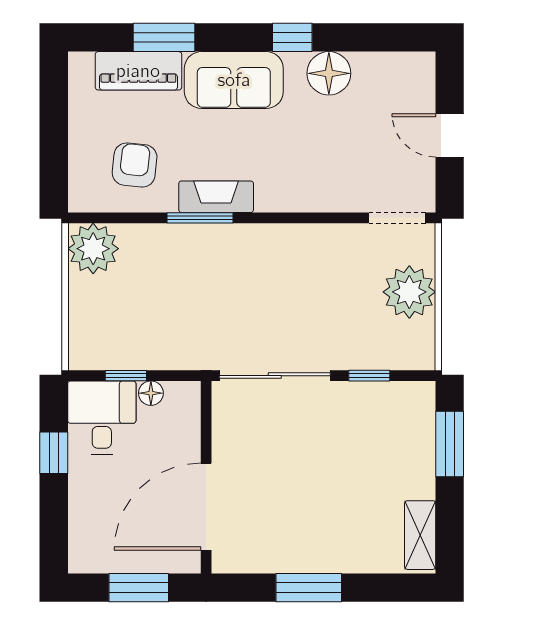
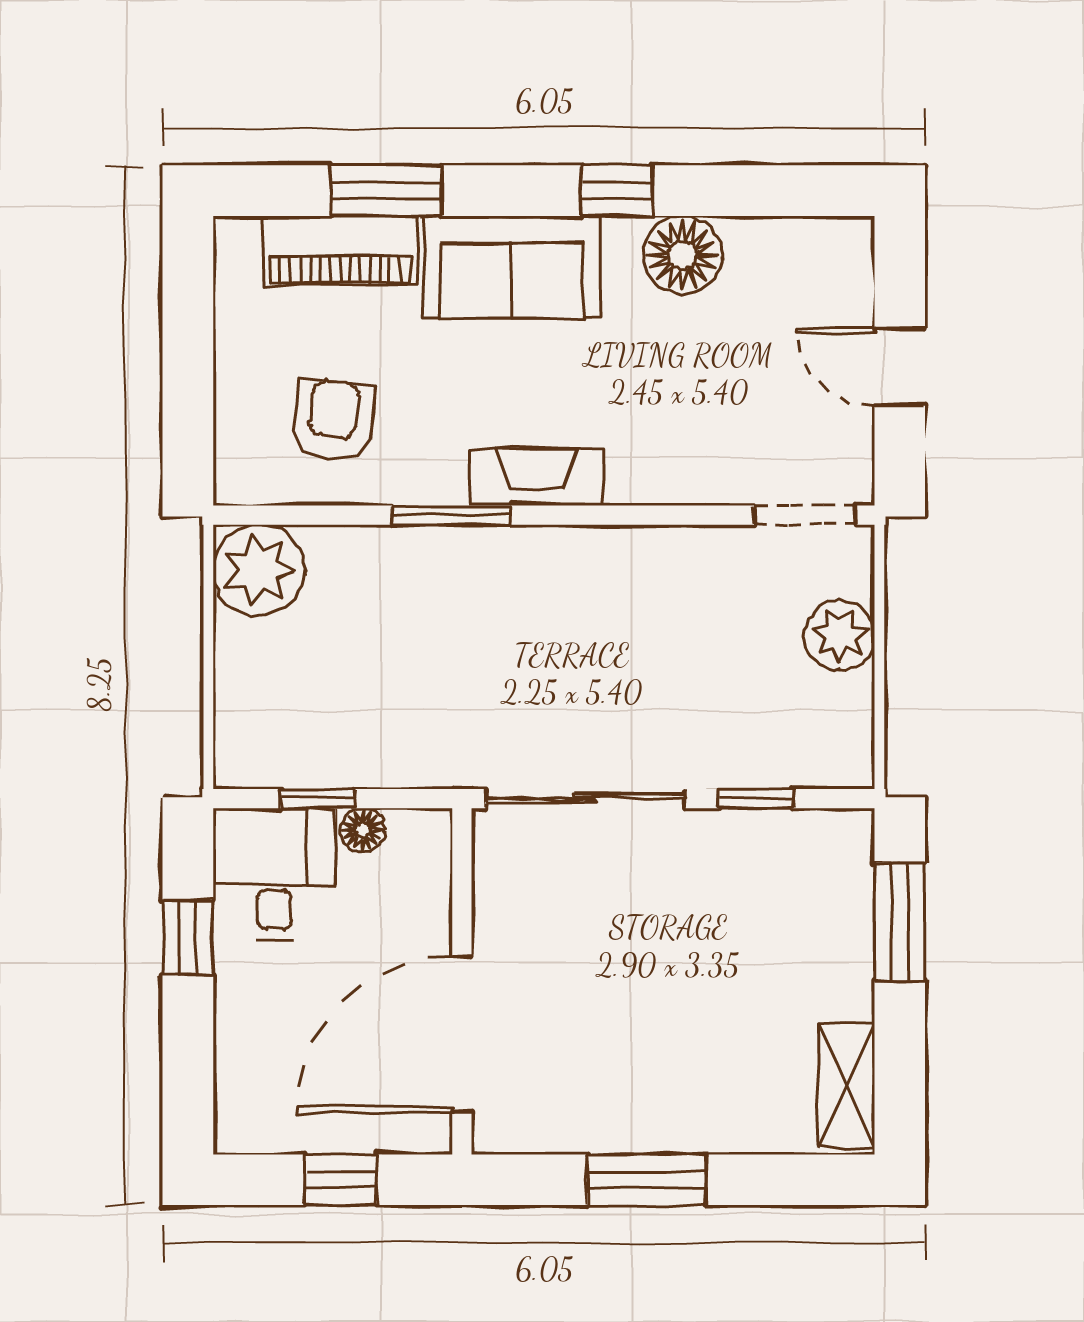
fireplace: (216, 197) -> (537, 477), moved
plant: (409, 292) -> (840, 636), width x0.73, depth x0.73
window: (139, 588) -> (341, 1180), width x0.67

